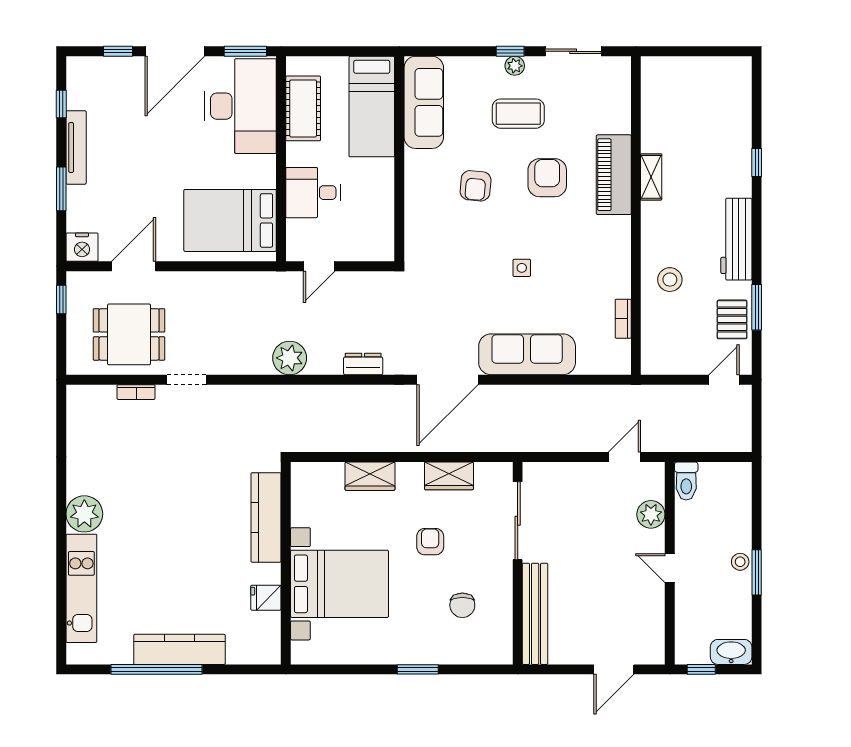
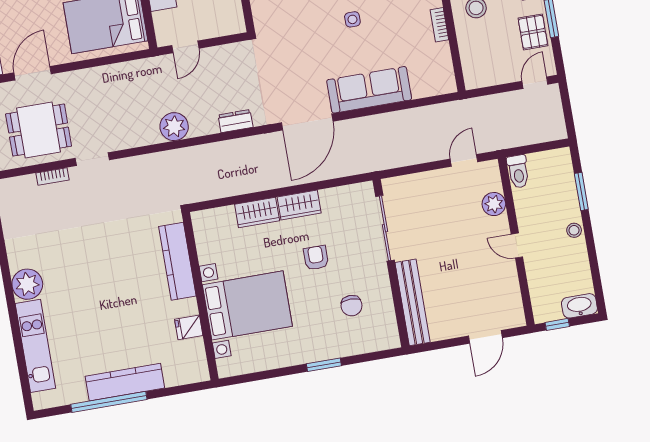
bookcase: (623, 319) -> (439, 25), moved
wardrobe: (449, 476) -> (299, 205), moved
window: (757, 572) -> (581, 191), moved

